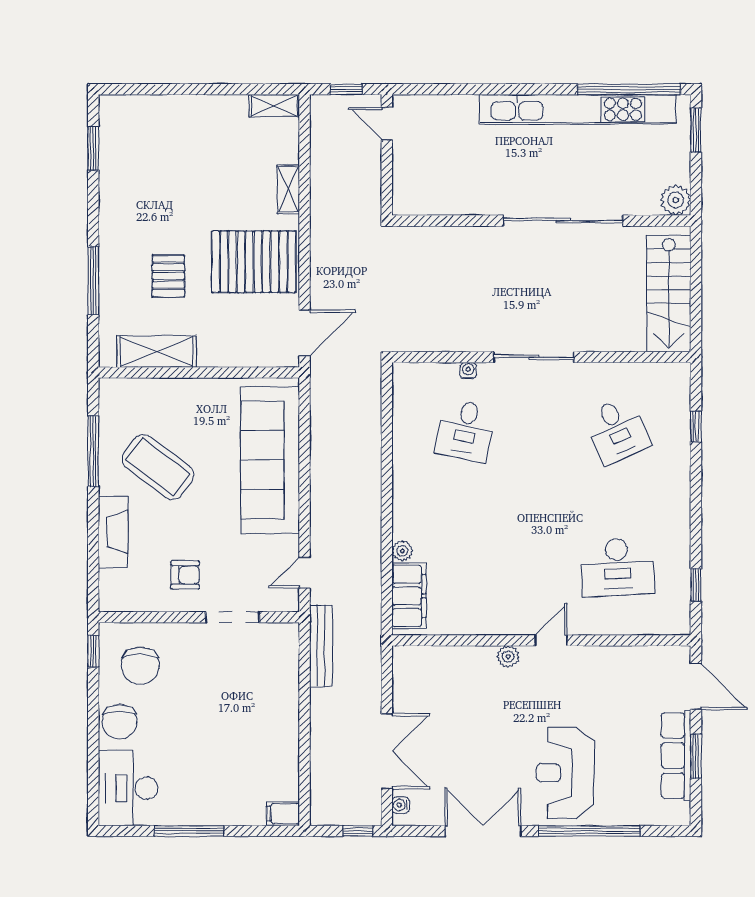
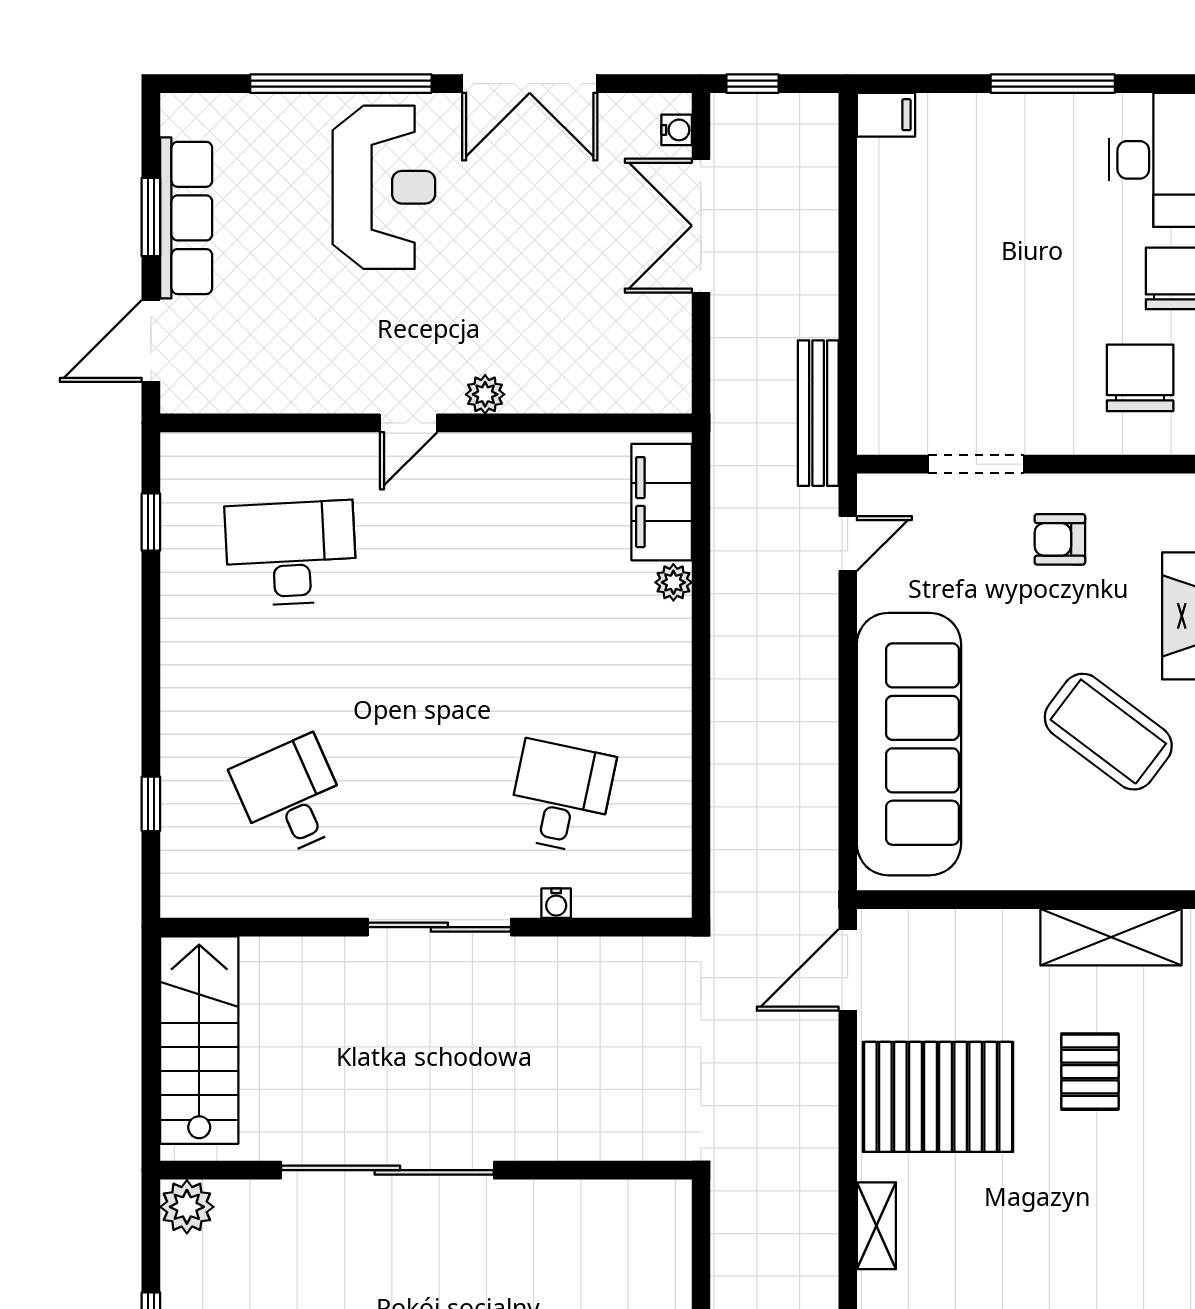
door: (696, 686) -> (151, 341), hinge flipped

